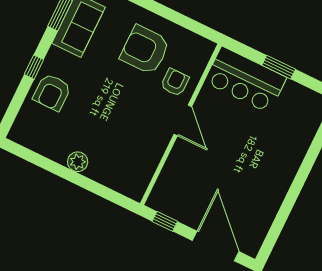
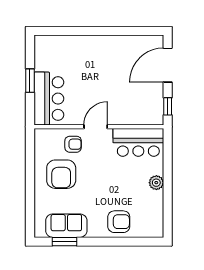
window: (34, 67) -> (108, 242), removed
armchair: (175, 82) -> (73, 144), turned 180
bar counter: (138, 164) -> (138, 142), added

